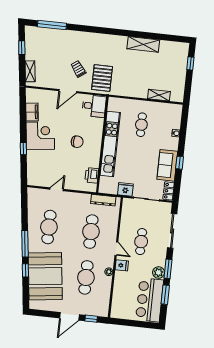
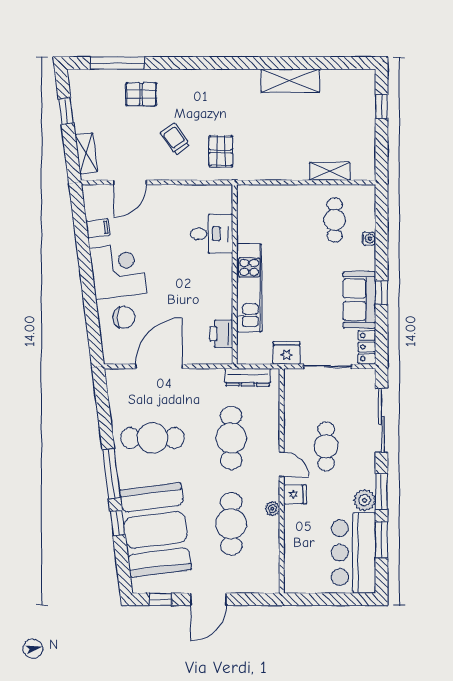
pallet: (63, 43) -> (141, 94), added
pallet: (102, 78) -> (221, 151), width x0.67, depth x0.71
door: (68, 91) -> (130, 182), moved
desk: (94, 106) -> (212, 234), moved
filing cabinet: (32, 112) -> (98, 228), width x0.50
cafe table: (141, 125) -> (335, 220), moved
chair: (77, 142) -> (124, 317), moved
kitchen unit: (110, 144) -> (249, 288), width x0.73
window: (23, 149) -> (89, 298), removed
door: (57, 189) -> (159, 366), width x1.88
cafe table: (49, 227) -> (152, 438), turned 90
window: (91, 319) -> (160, 599), moved

